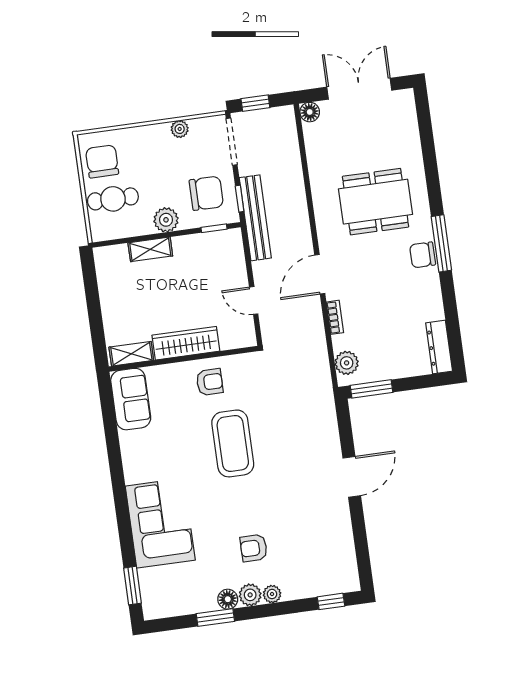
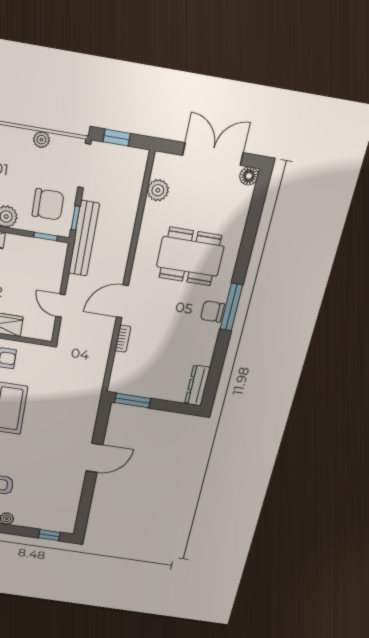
floor lamp: (310, 112) -> (249, 176), moved
plant: (347, 363) -> (158, 190), moved

